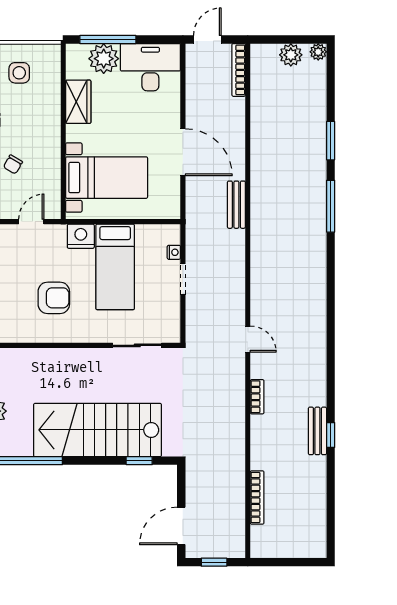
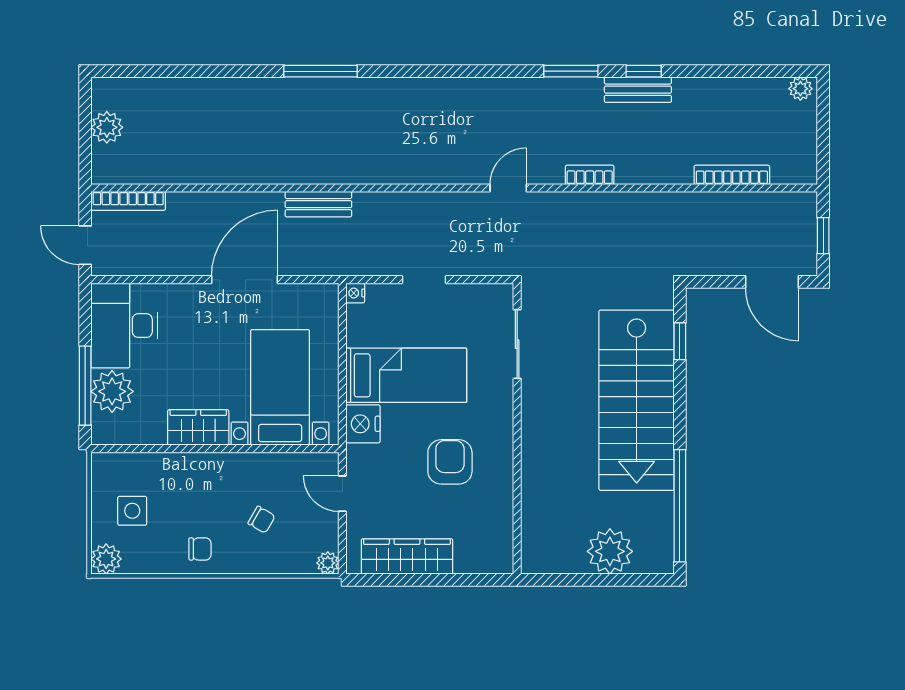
plant: (318, 52) -> (800, 89), moved
wardrobe: (78, 102) -> (198, 427), moved
window: (331, 141) -> (571, 71), moved
nightstand: (174, 252) -> (355, 293), moved, turned -90

